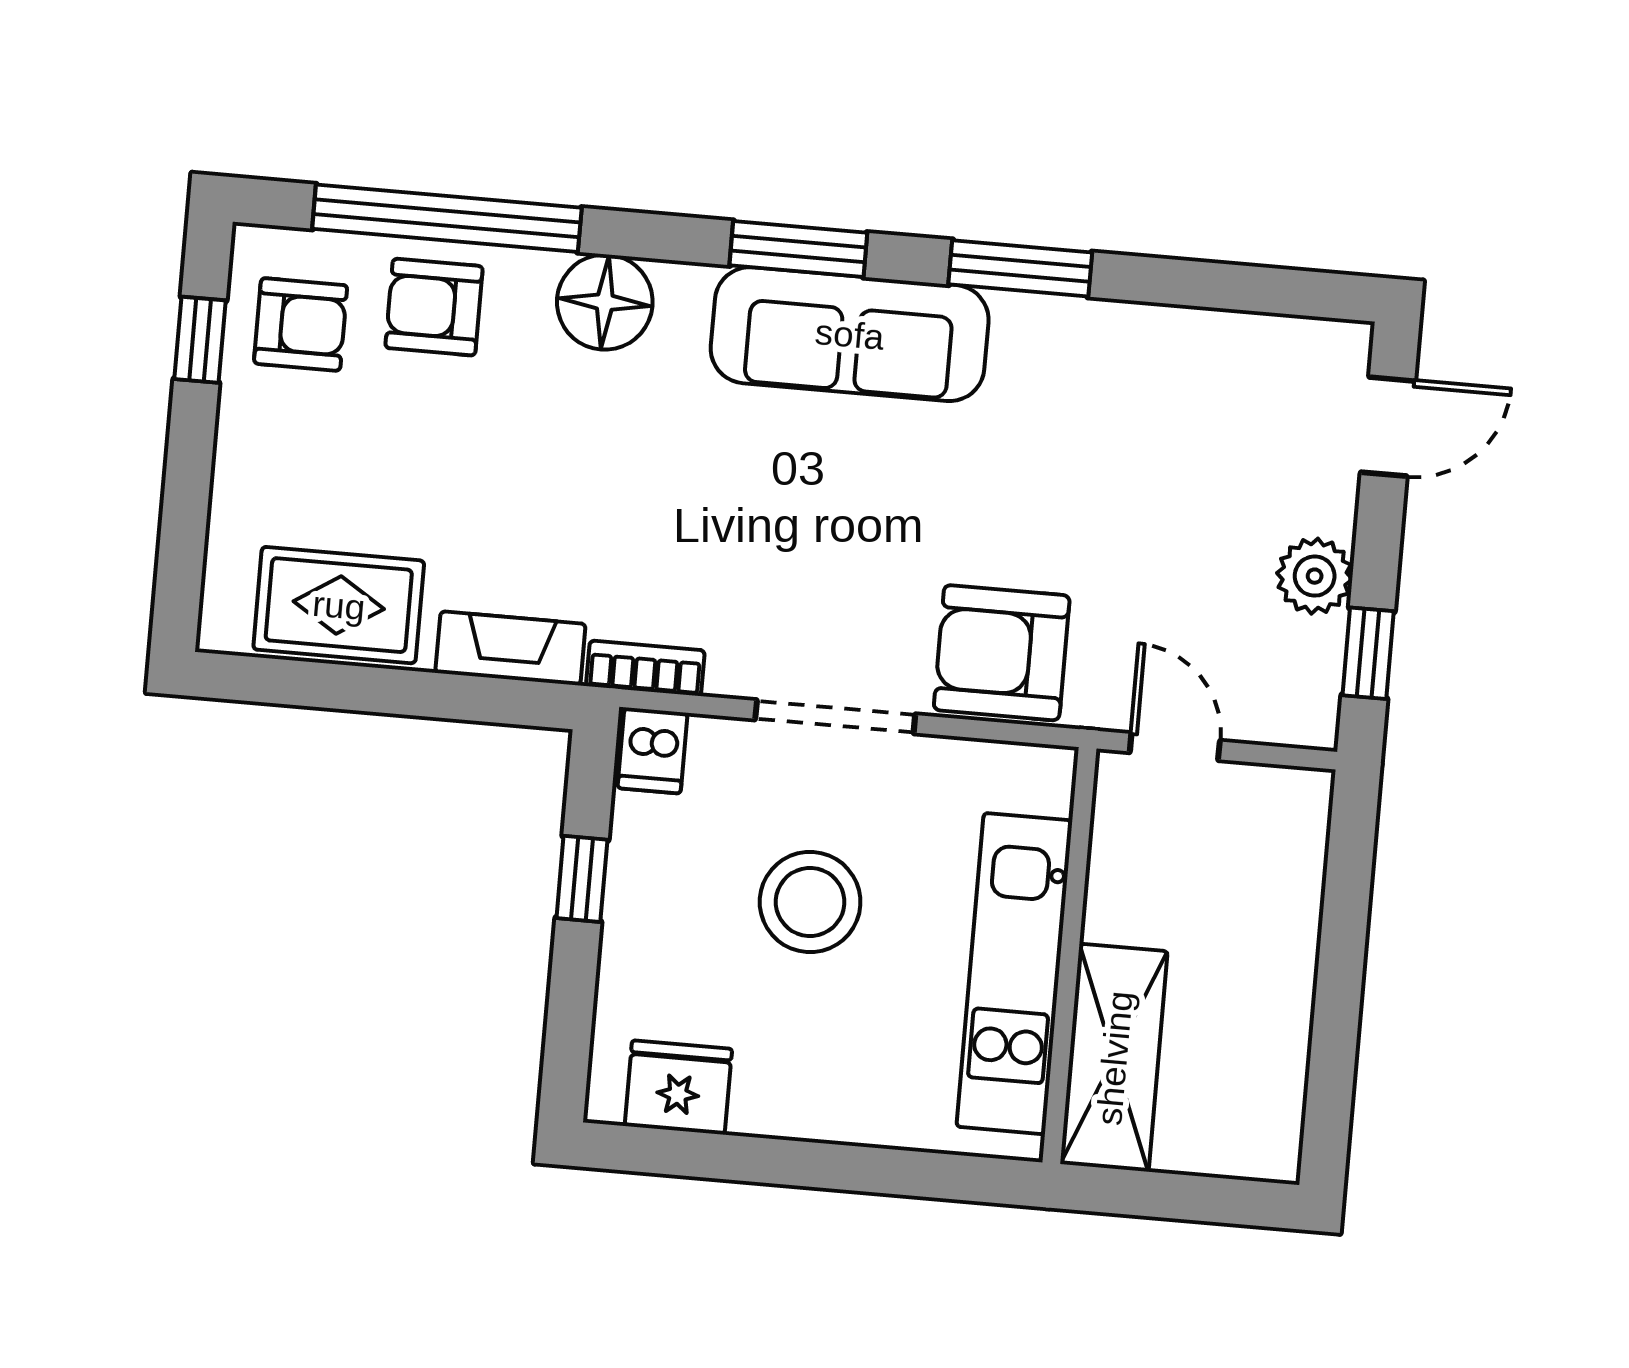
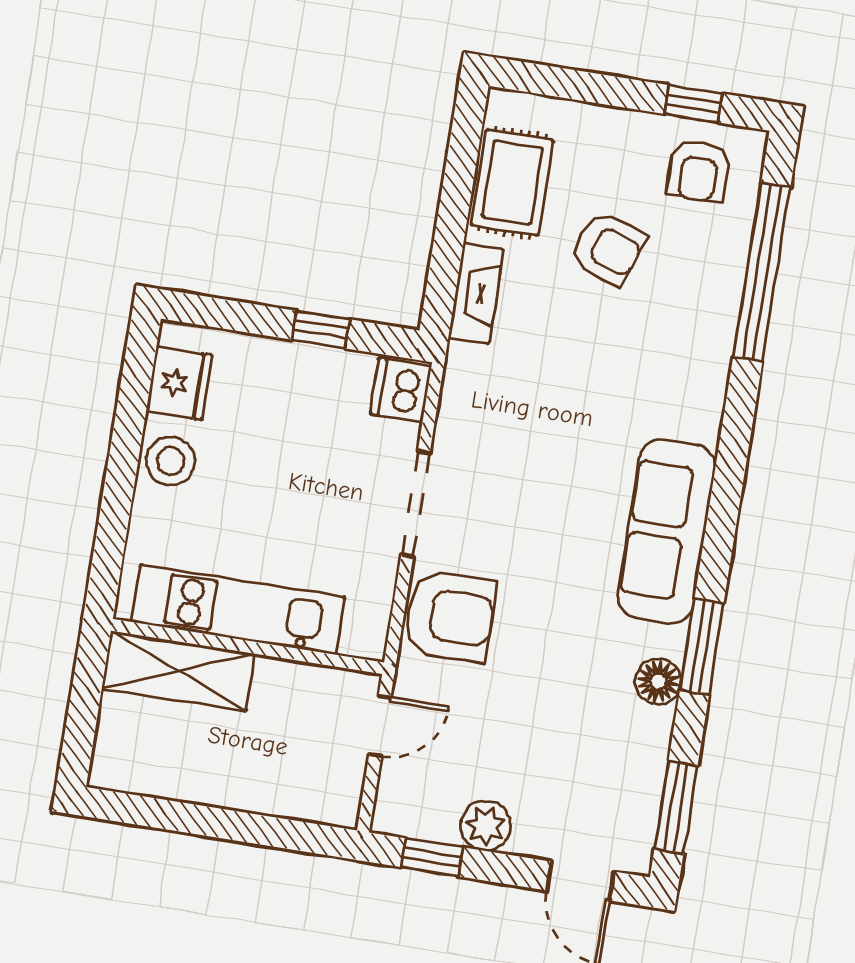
window: (798, 249) -> (676, 807), moved
floor lamp: (605, 302) -> (658, 681), moved, width x0.73, depth x0.73
armchair: (434, 307) -> (608, 248), moved, turned 109
armchair: (1002, 653) -> (450, 616), turned 90
bookcase: (645, 668) -> (456, 381), removed
dishwasher: (652, 750) -> (401, 390), width x1.38
stool: (810, 902) -> (171, 461), moved, width x0.73, depth x0.73

